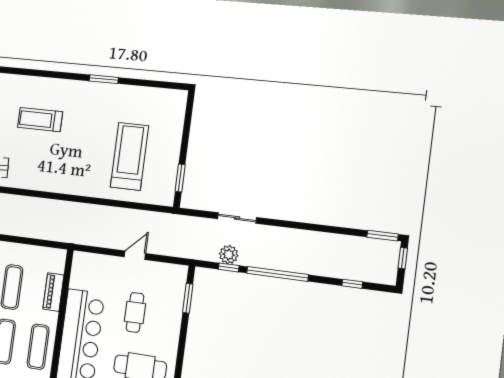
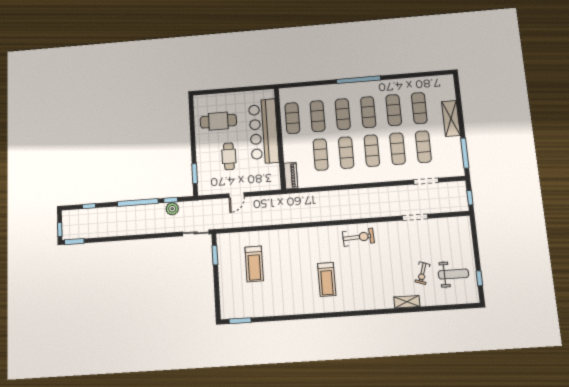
window: (104, 79) -> (240, 321), moved
treadmill: (40, 120) -> (327, 279), turned 90
treadmill: (129, 156) -> (254, 264), width x0.73, depth x0.73
sliding door: (237, 218) -> (196, 233), moved
piano: (53, 292) -> (291, 176), moved

